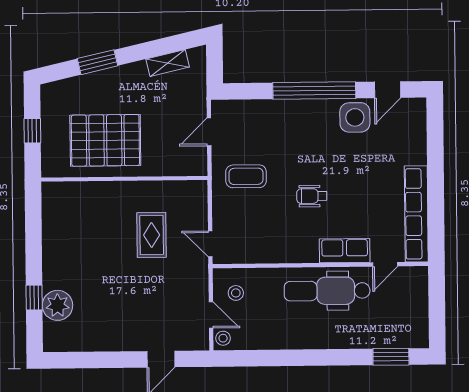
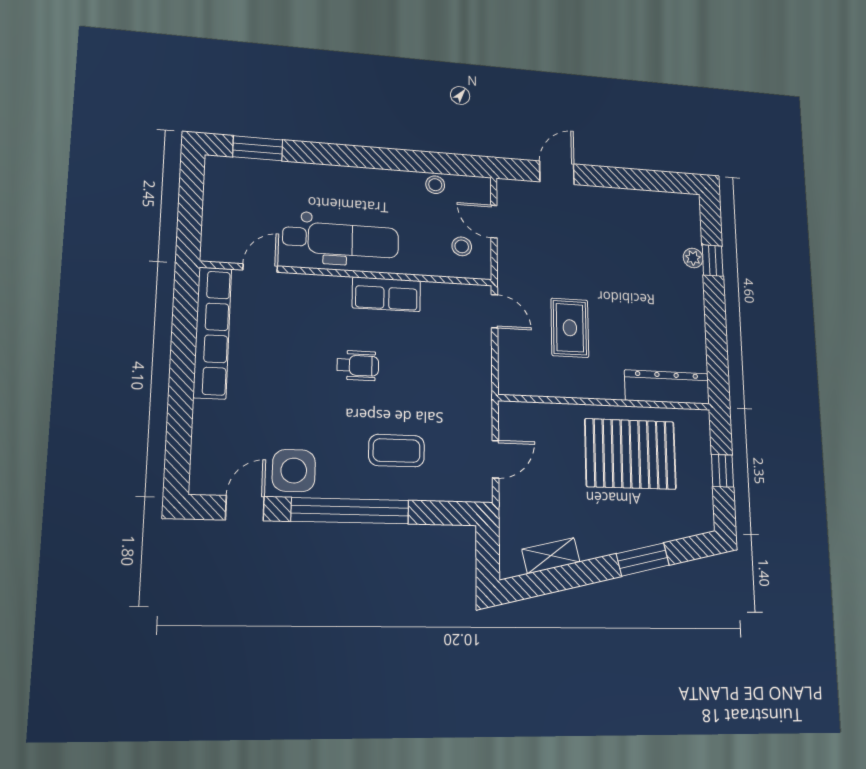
coffee table: (246, 176) -> (397, 451), moved
dresser: (75, 193) -> (667, 387), added
row of seats: (345, 251) -> (386, 294), moved
plant: (58, 305) -> (693, 258), width x0.53, depth x0.53
stool: (223, 338) -> (435, 185), moved

